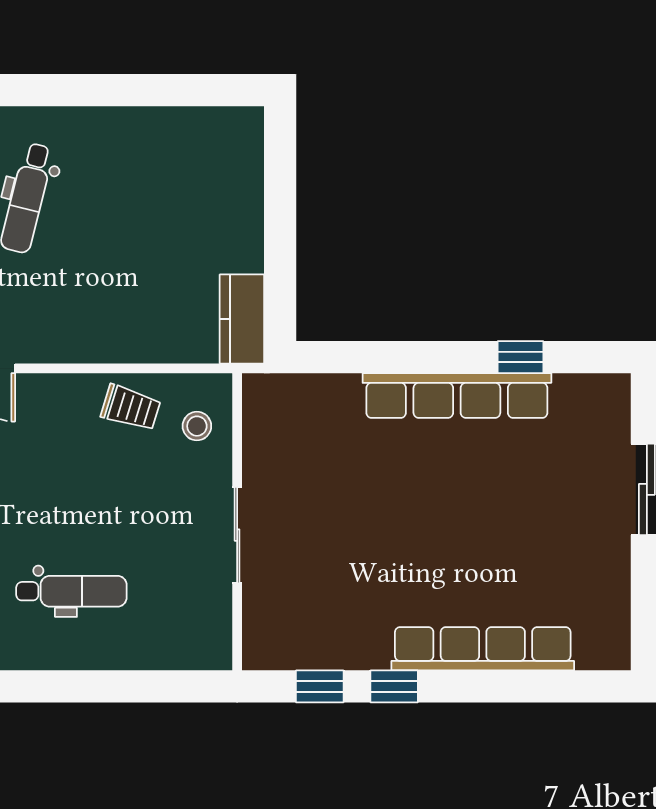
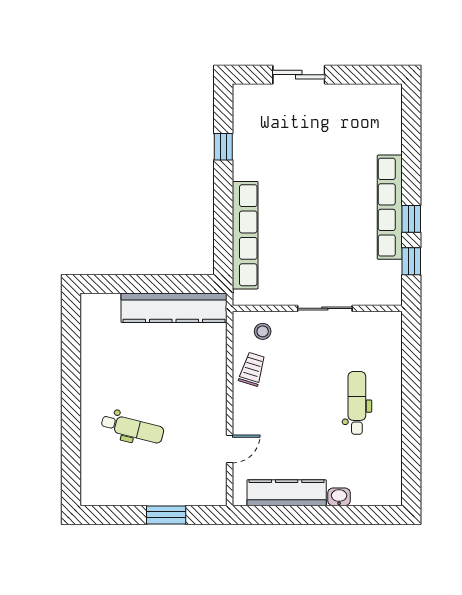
kitchen counter: (242, 319) -> (174, 308), width x2.08, depth x1.17
row of seats: (457, 395) -> (245, 235), moved
row of seats: (483, 649) -> (390, 207), moved

